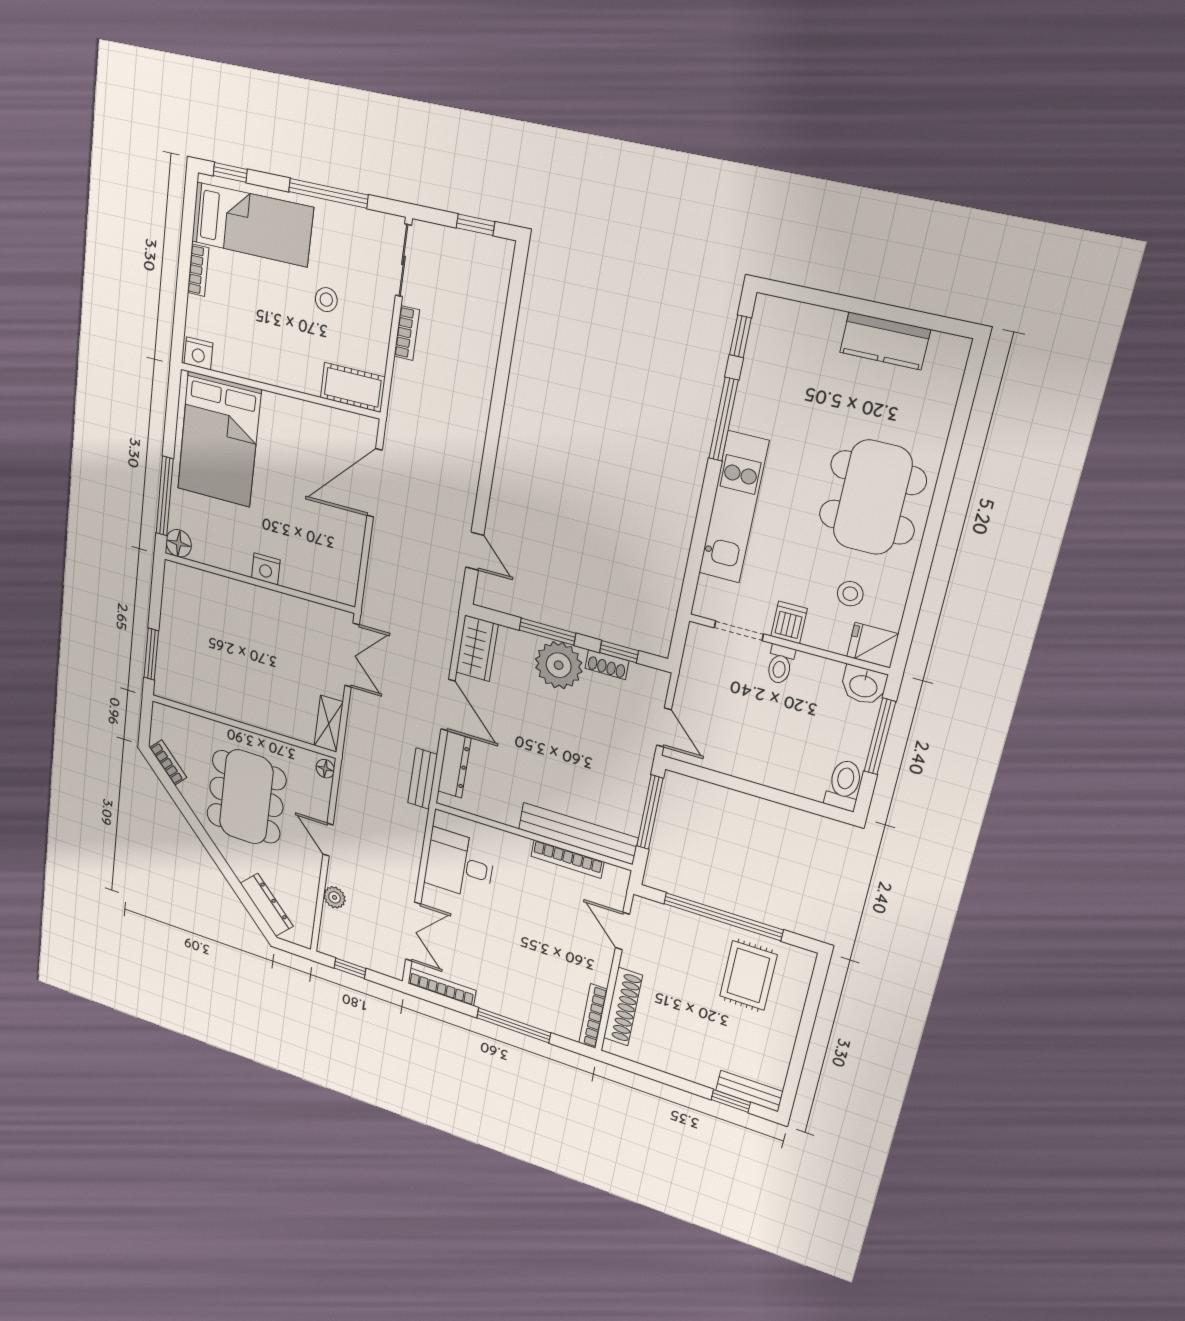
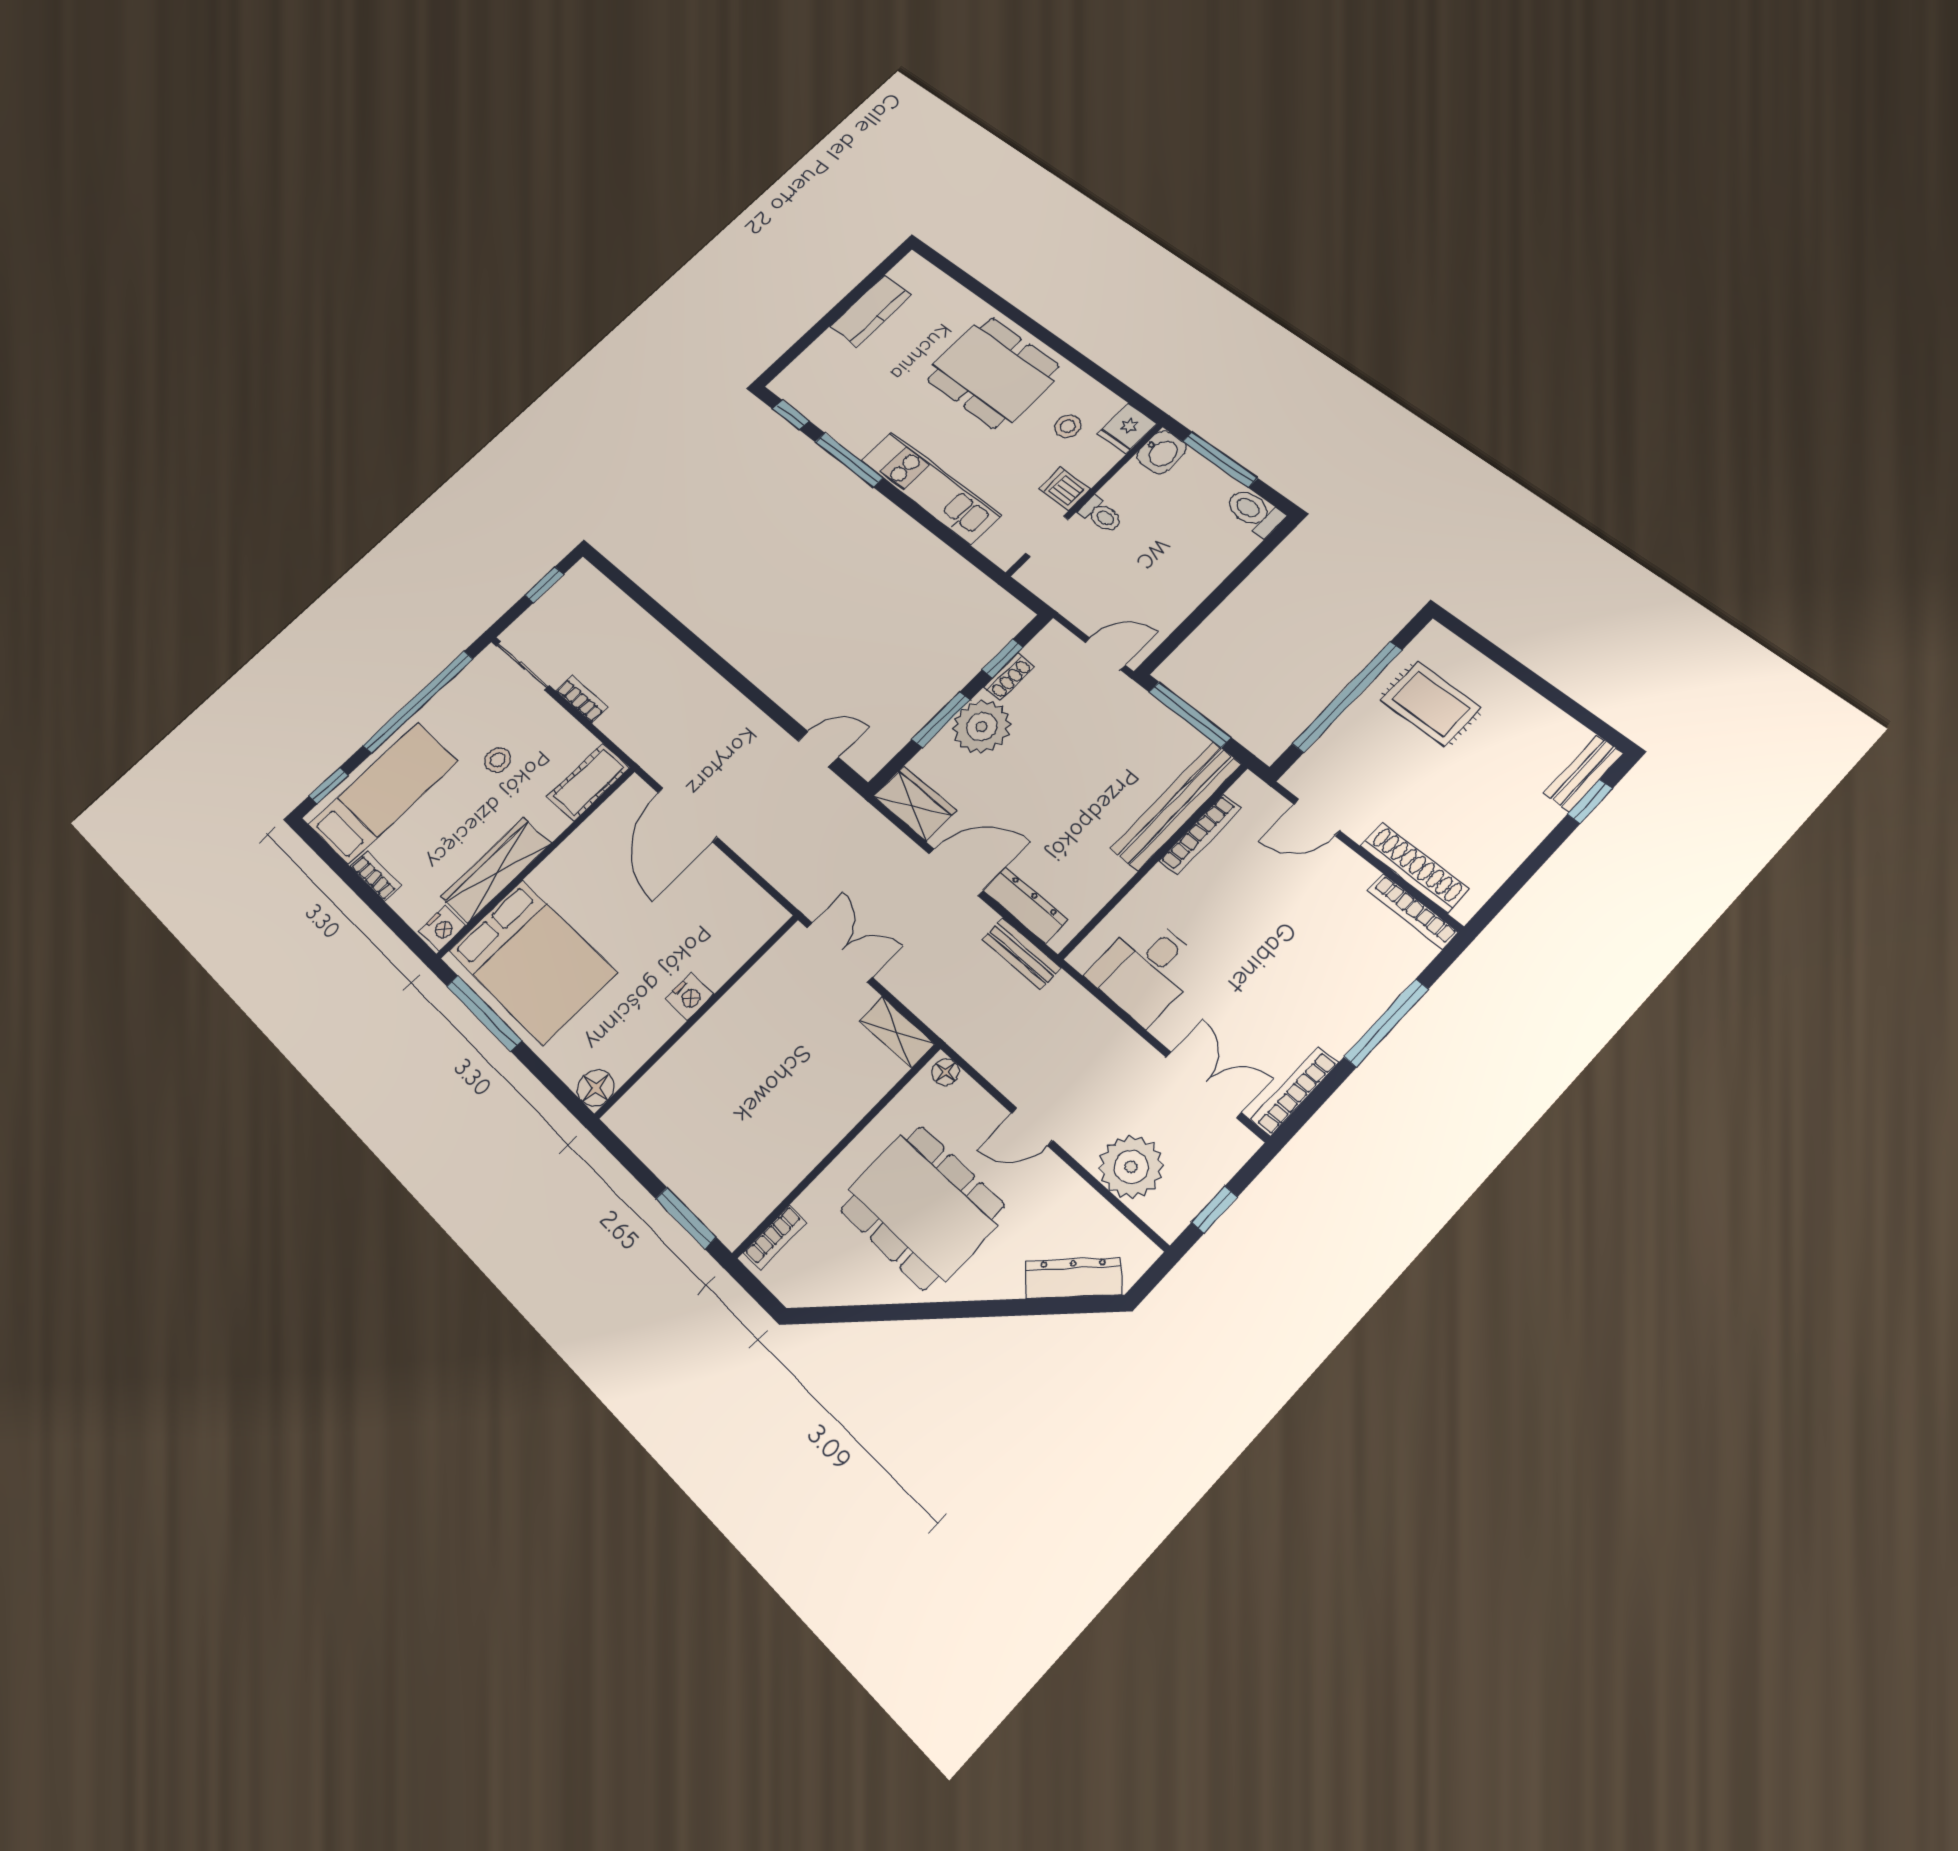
window: (328, 193) -> (418, 702), width x1.46
wardrobe: (256, 363) -> (496, 870), added
window: (165, 496) -> (484, 1013), moved
bookcase: (168, 763) -> (775, 1237), moved, turned 135
plant: (334, 897) -> (1131, 1167), width x1.87, depth x1.87

